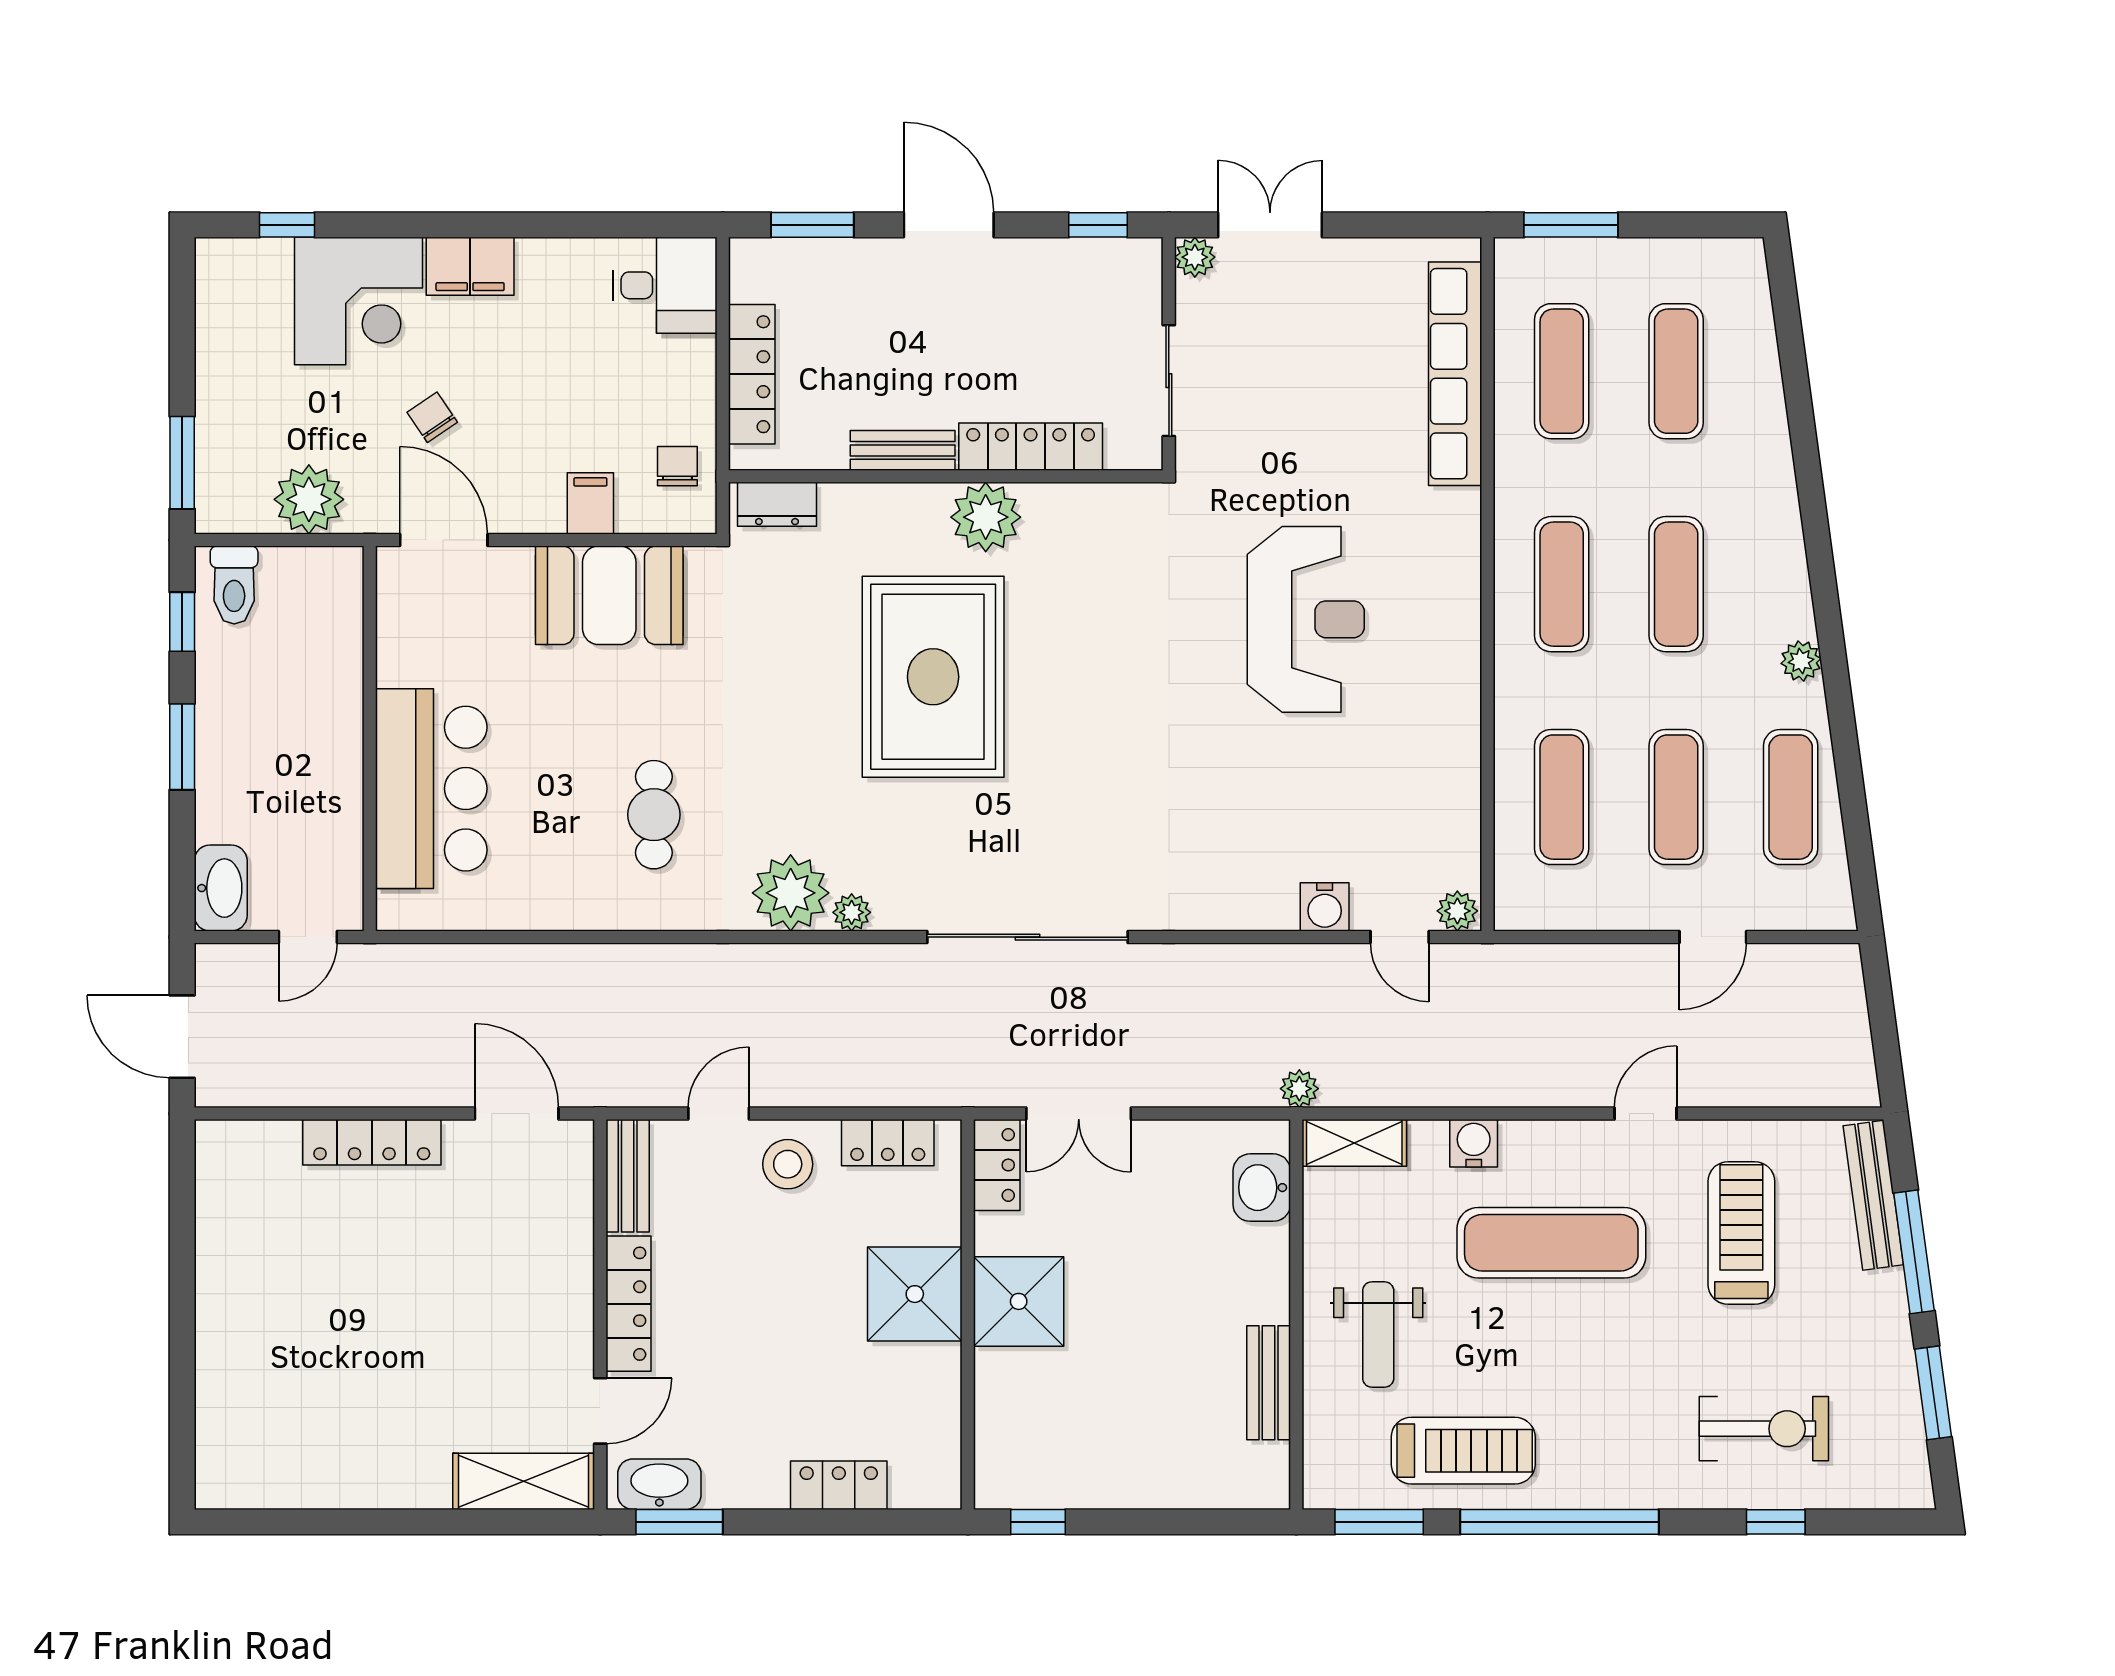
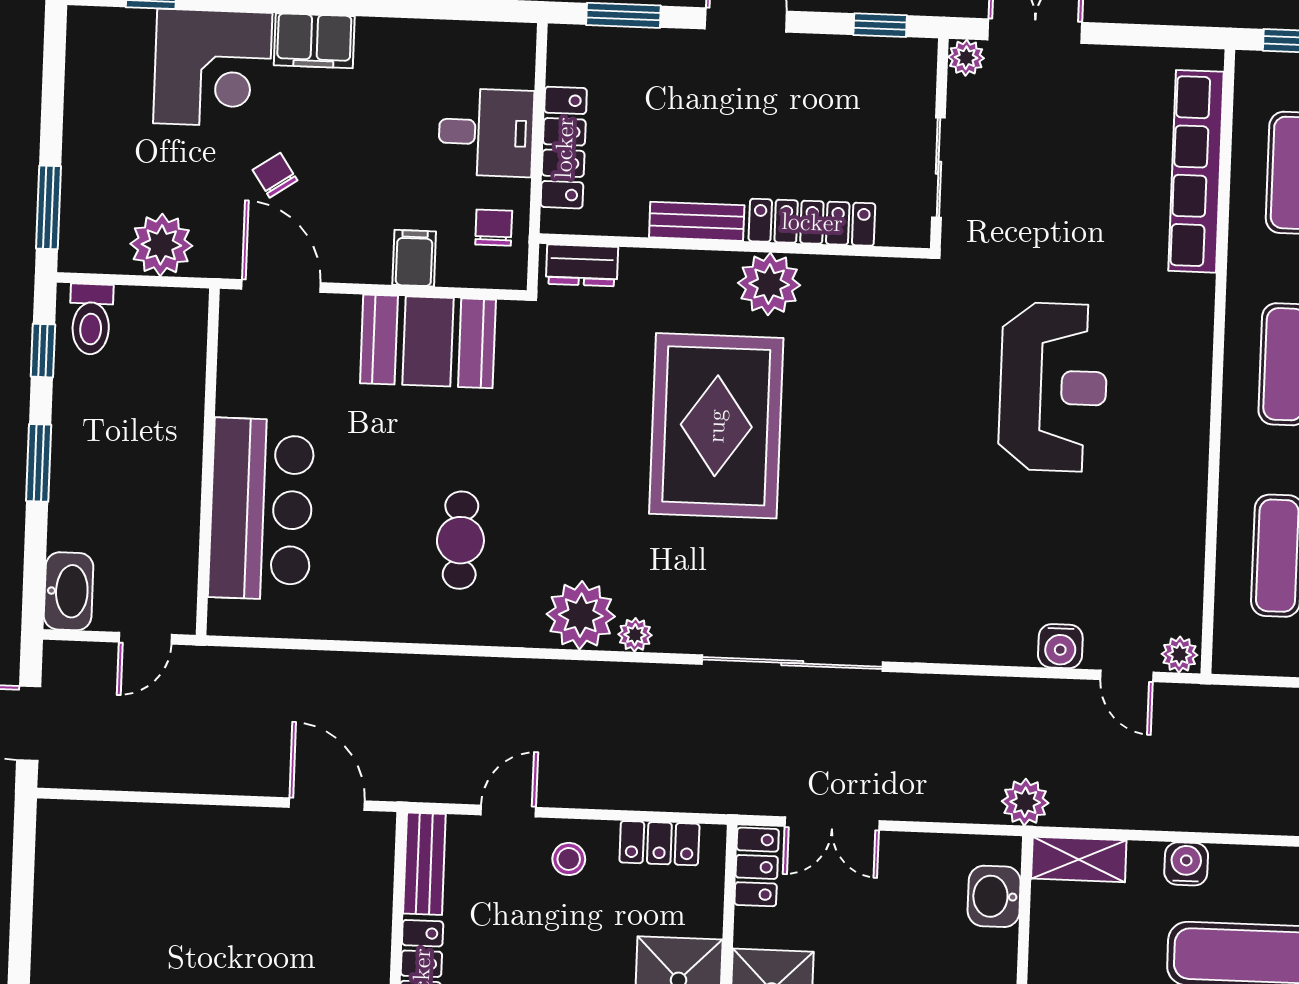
desk: (665, 285) -> (486, 132), moved
plant: (1299, 1089) -> (1025, 802), width x1.38, depth x1.38
locker: (372, 1142) -> (196, 825), removed
stool: (788, 1164) -> (569, 859), width x0.73, depth x0.73

